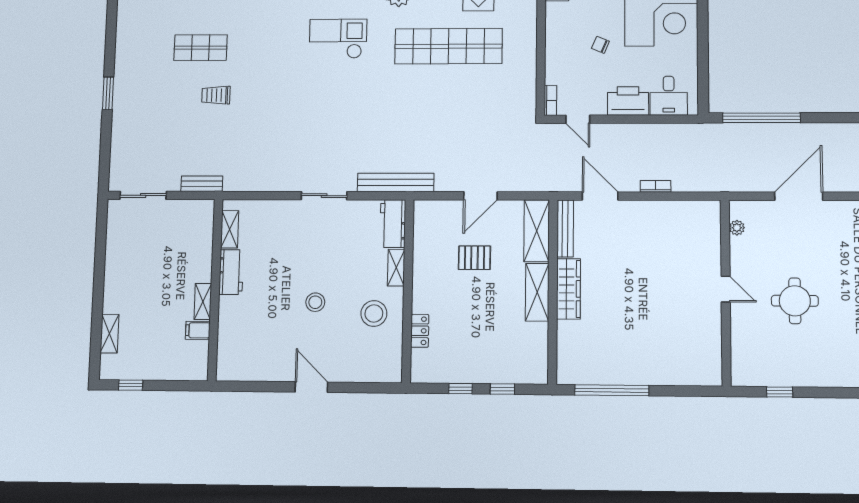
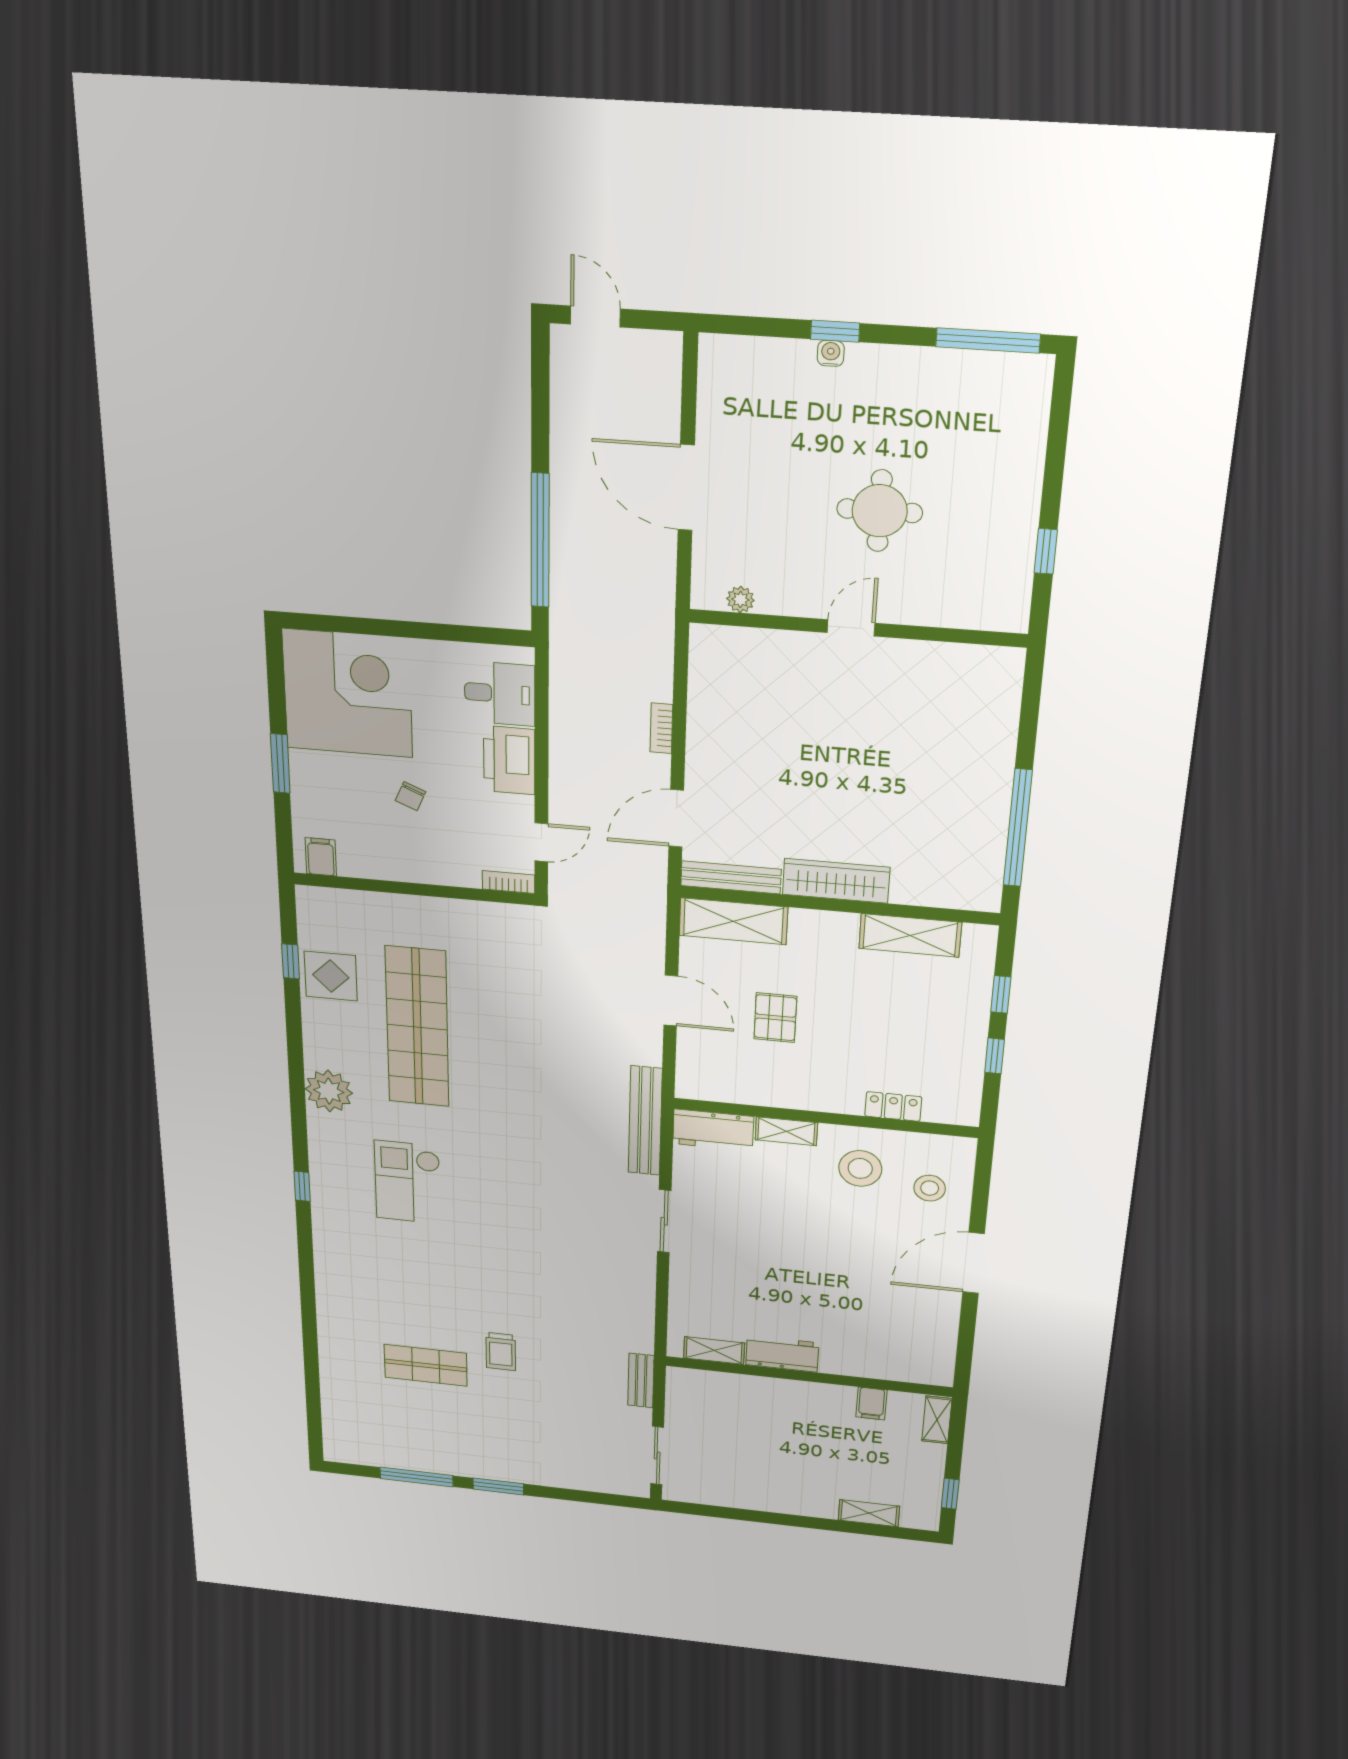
window: (111, 40) -> (417, 1477), added
shop shelf: (201, 48) -> (426, 1365), turned 90
shelving: (537, 292) -> (910, 935), moved
shelving: (203, 301) -> (937, 1420), moved, turned 90
stool: (315, 302) -> (930, 1188), moved
door: (311, 387) -> (974, 1263), width x1.36

